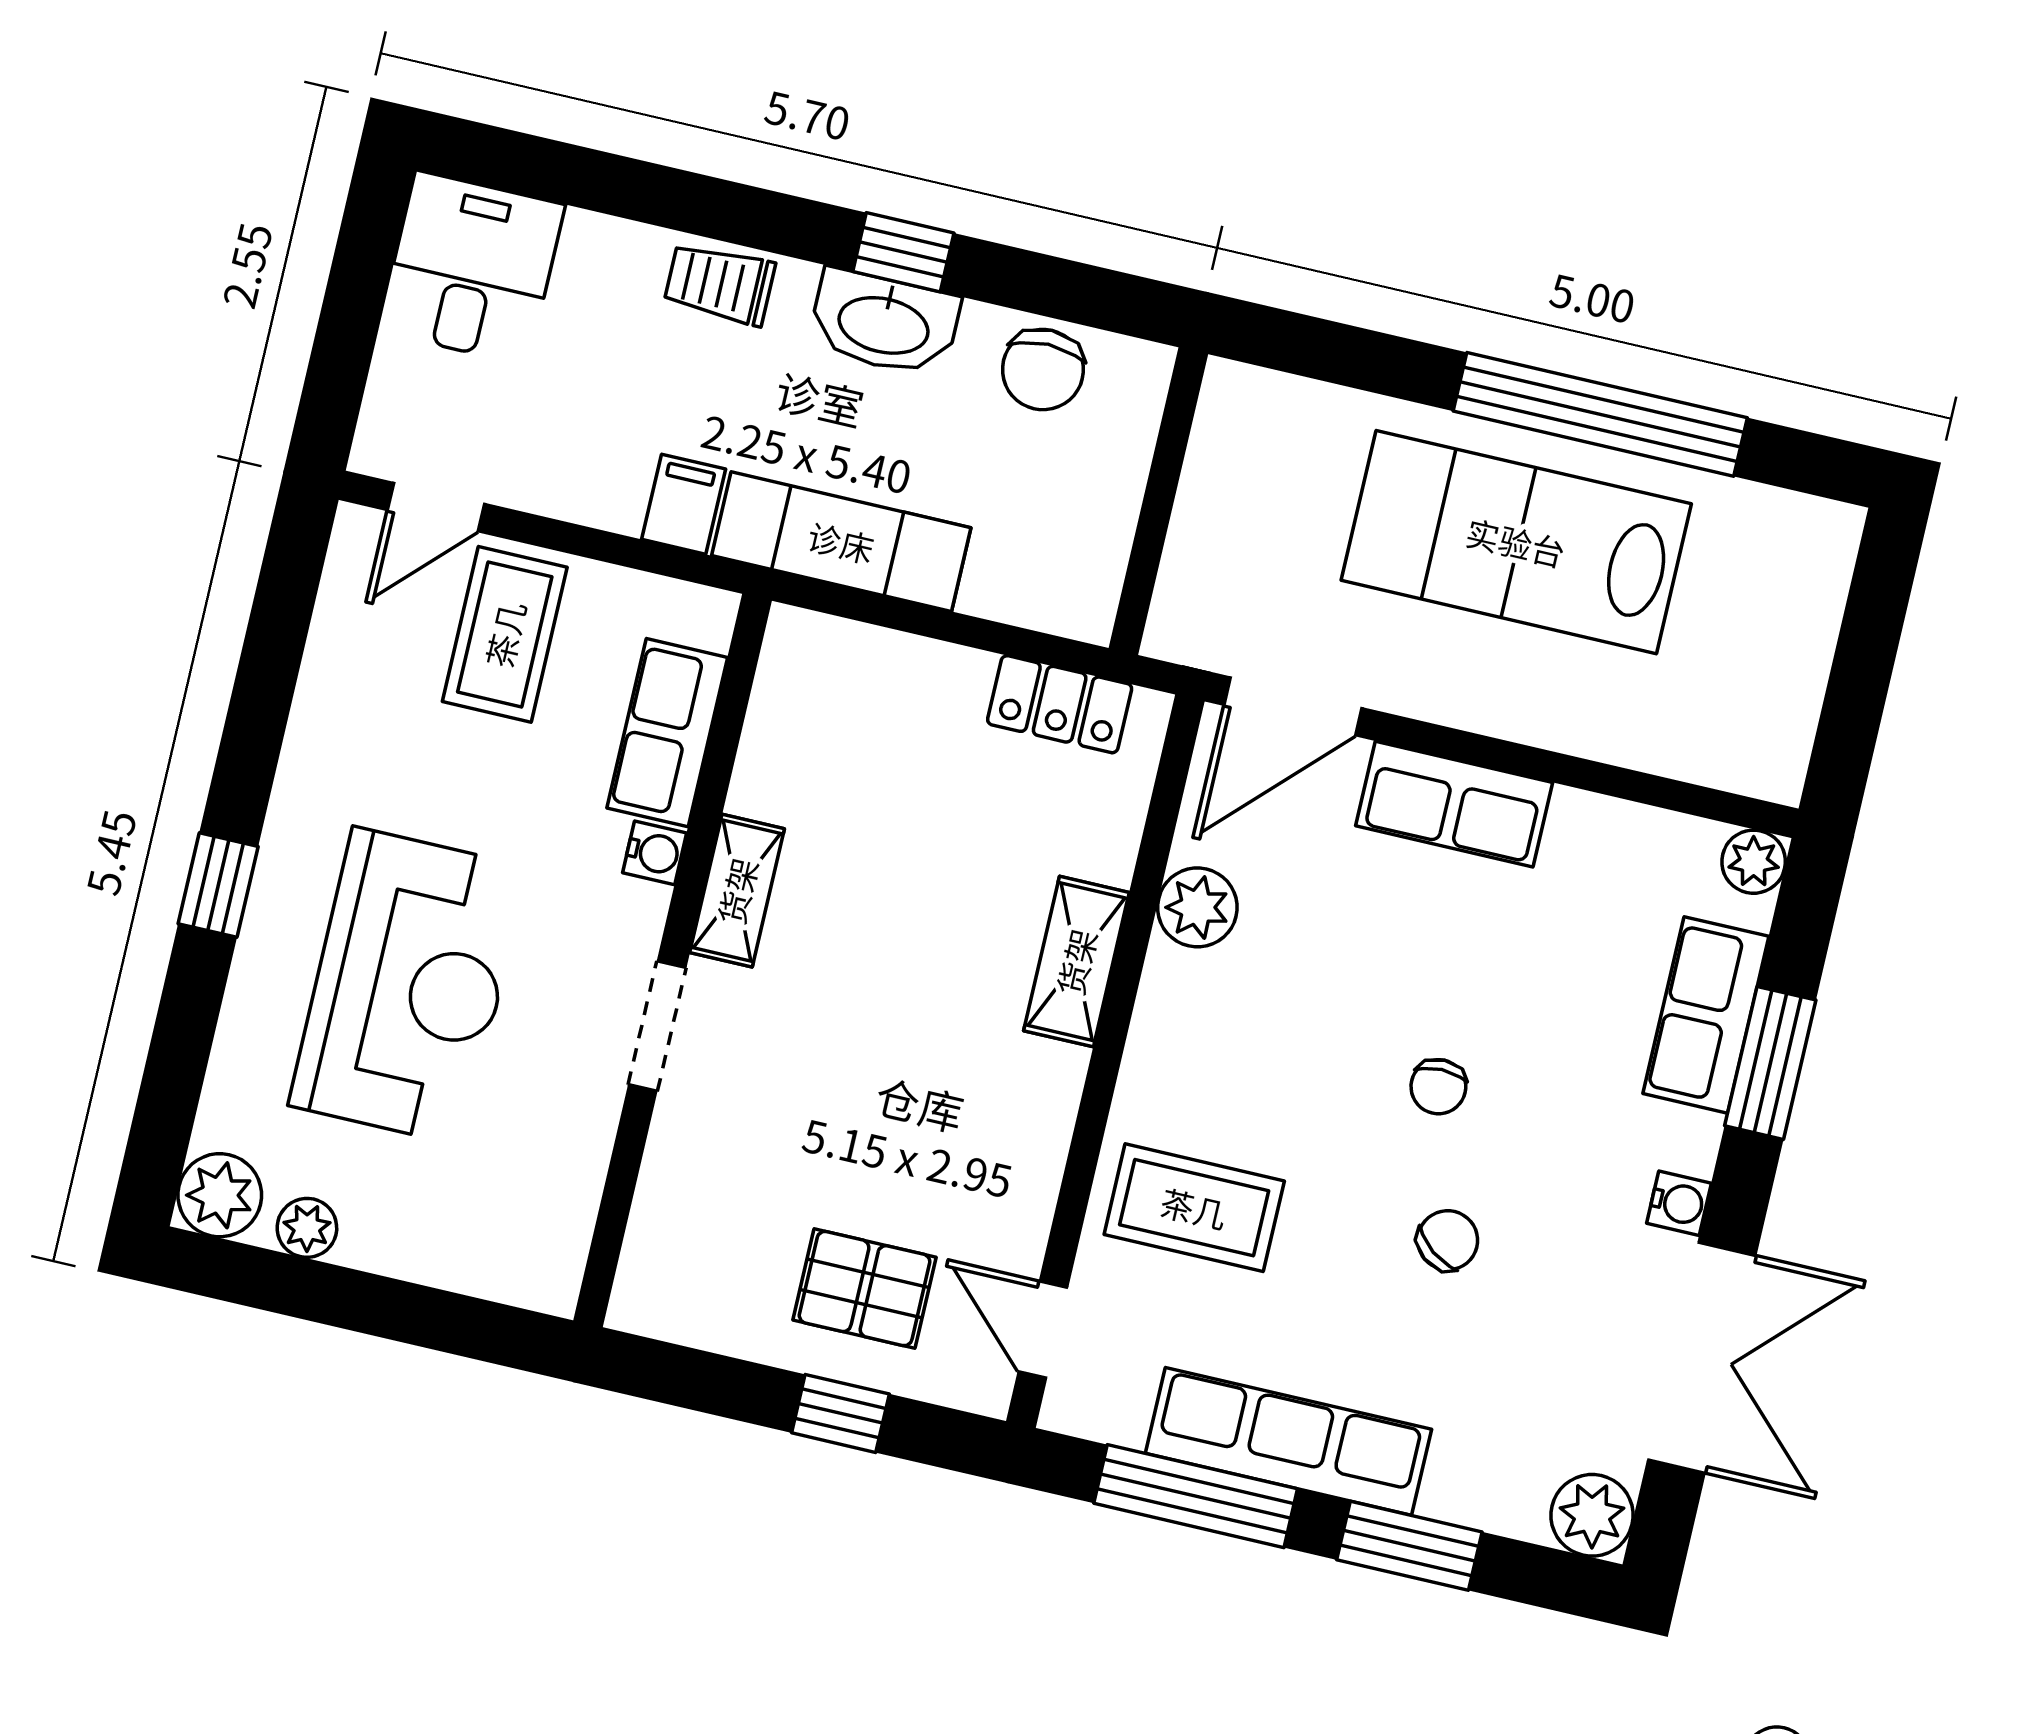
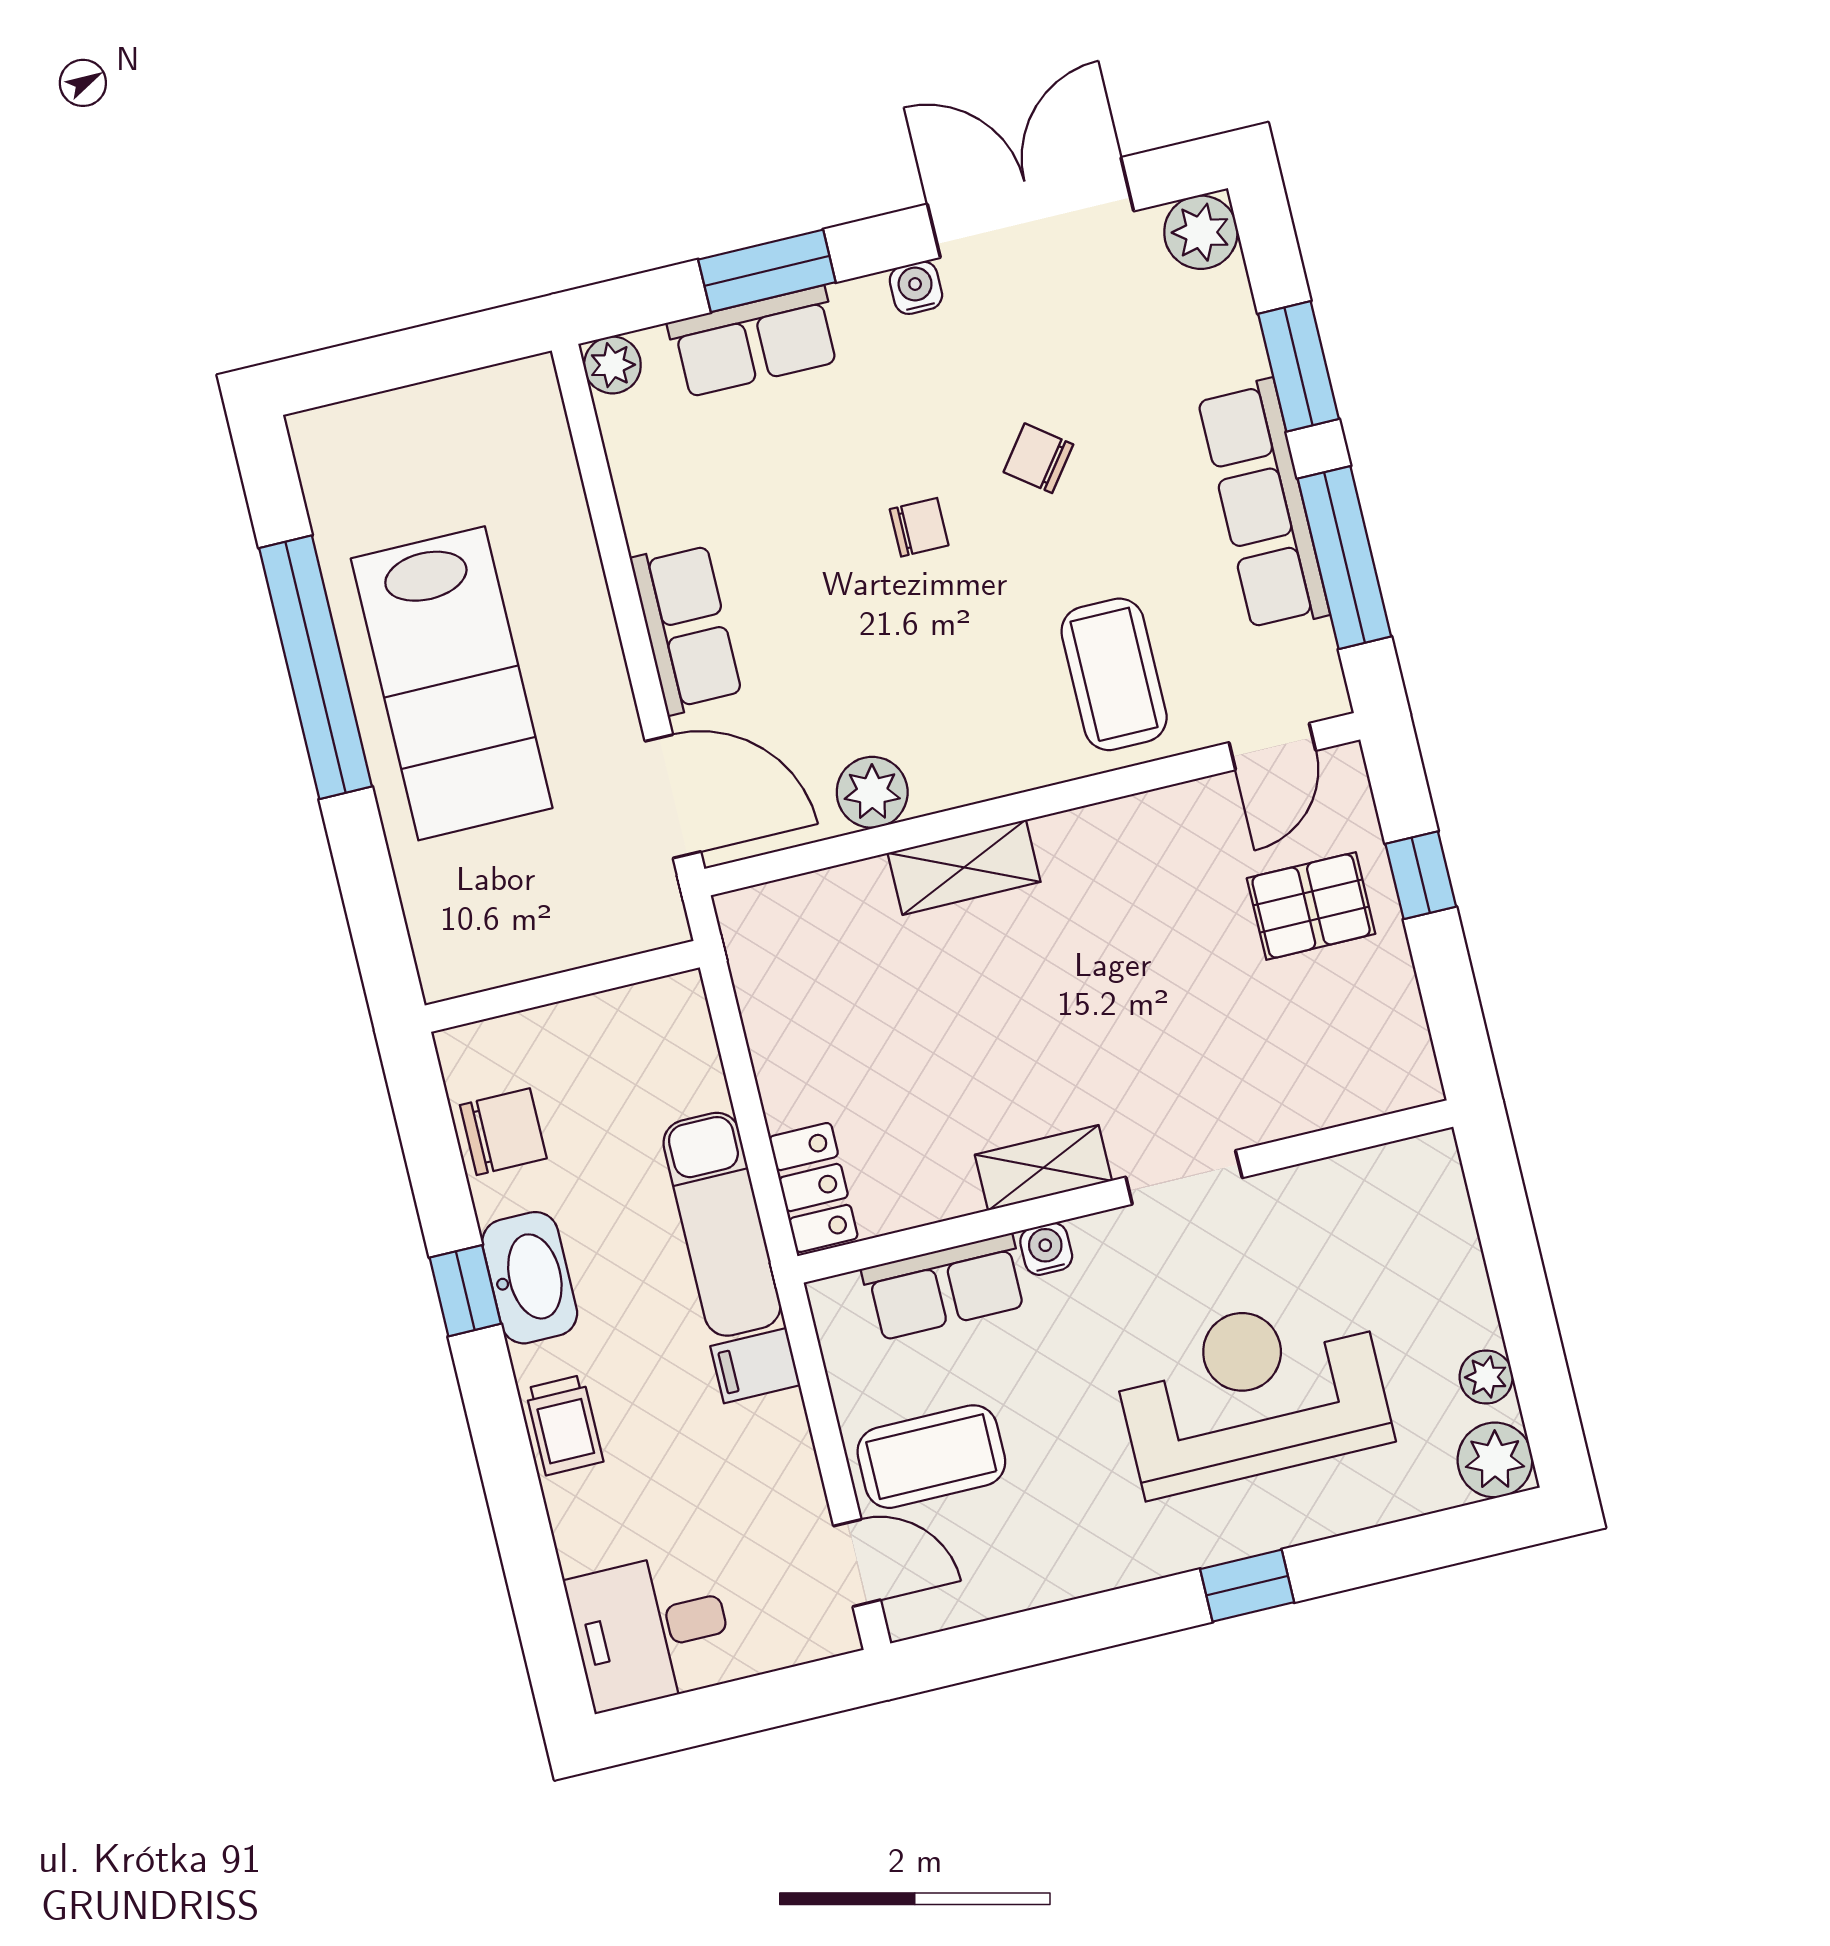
locker: (1060, 704) -> (813, 1188), moved
pallet: (865, 1289) -> (1311, 906), turned 90

